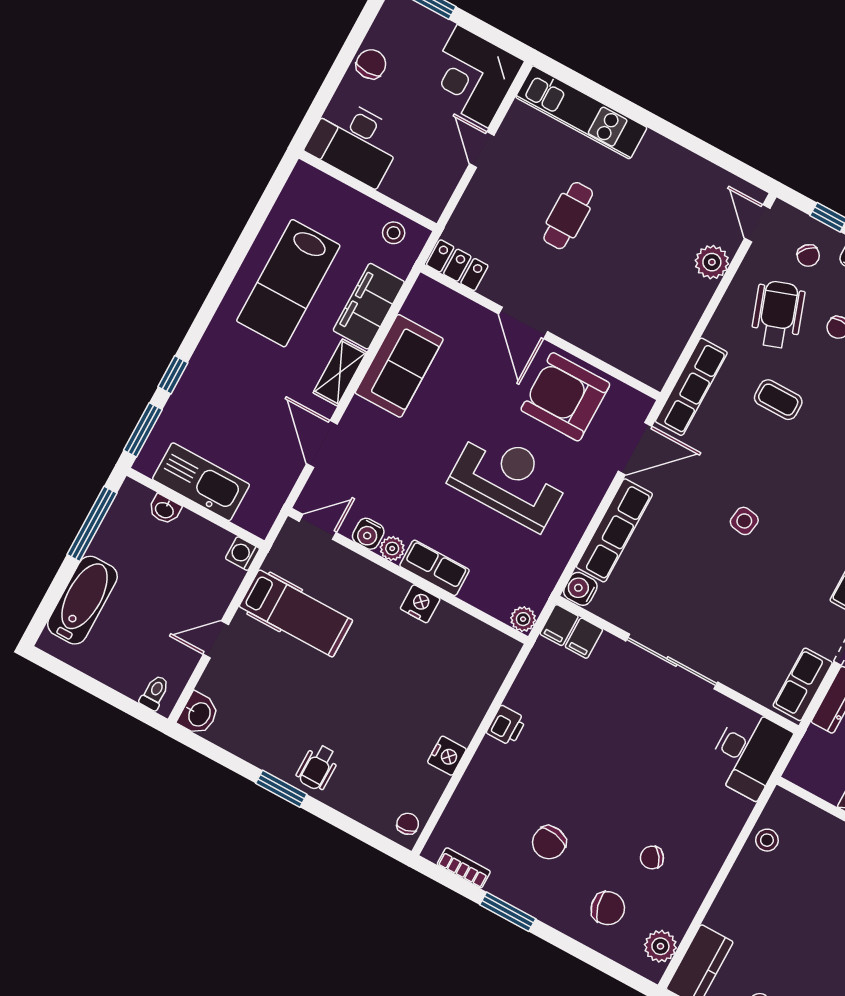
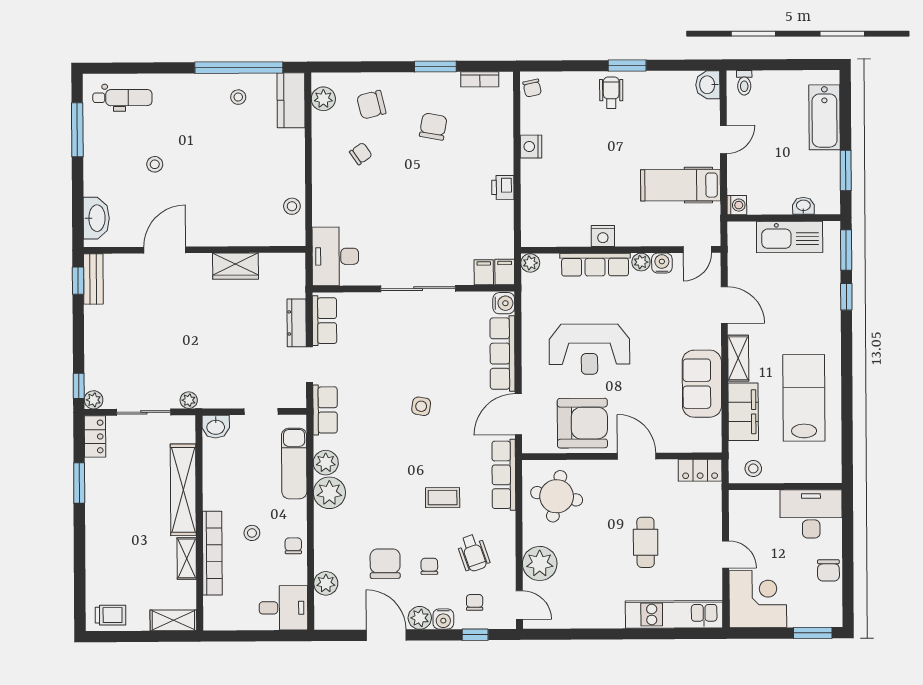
chair: (808, 256) -> (475, 602), turned 46
plant: (712, 262) -> (540, 563), width x1.36, depth x1.36
wheelchair: (778, 314) -> (473, 553), width x0.73, depth x0.73
round table: (643, 327) -> (557, 496), added
window: (92, 524) -> (846, 170), width x0.69
row of seats: (435, 568) -> (595, 265), width x1.48

